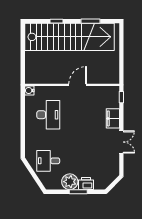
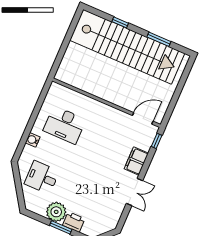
door: (78, 85) -> (143, 118), moved
water cooler: (29, 91) -> (33, 140), moved
desk: (48, 115) -> (65, 125), turned 90

